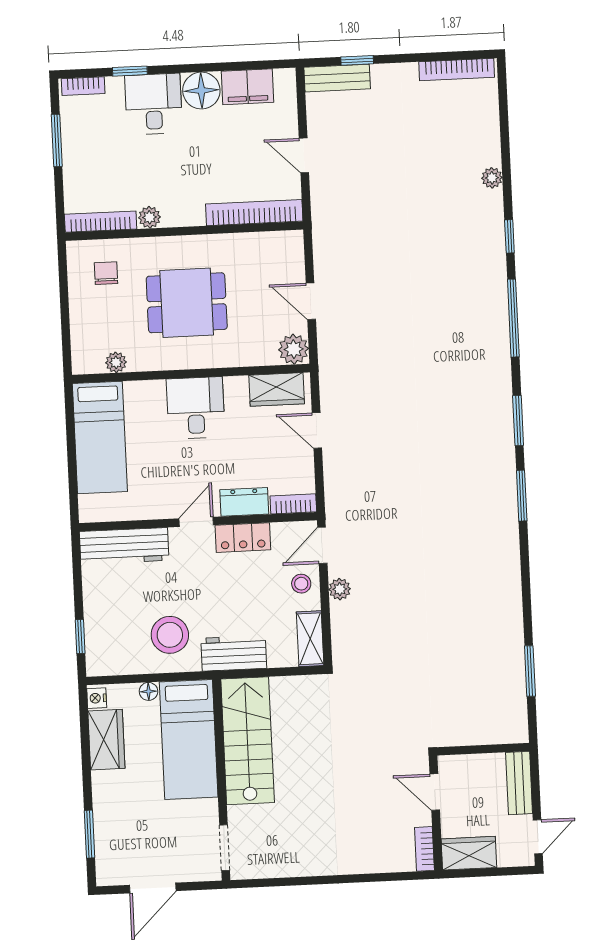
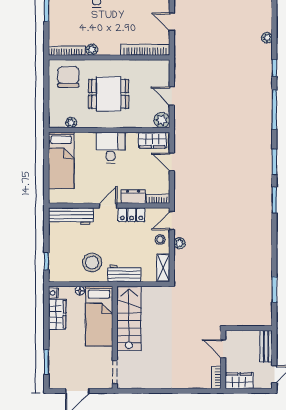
chair: (106, 273) -> (68, 77), width x1.87, depth x1.87

